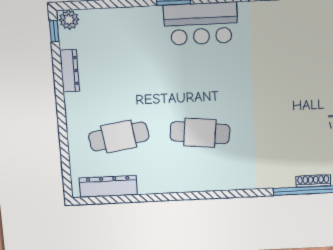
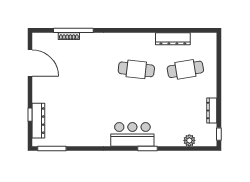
plant: (69, 20) -> (189, 140), moved
dresser: (108, 186) -> (173, 39), moved

